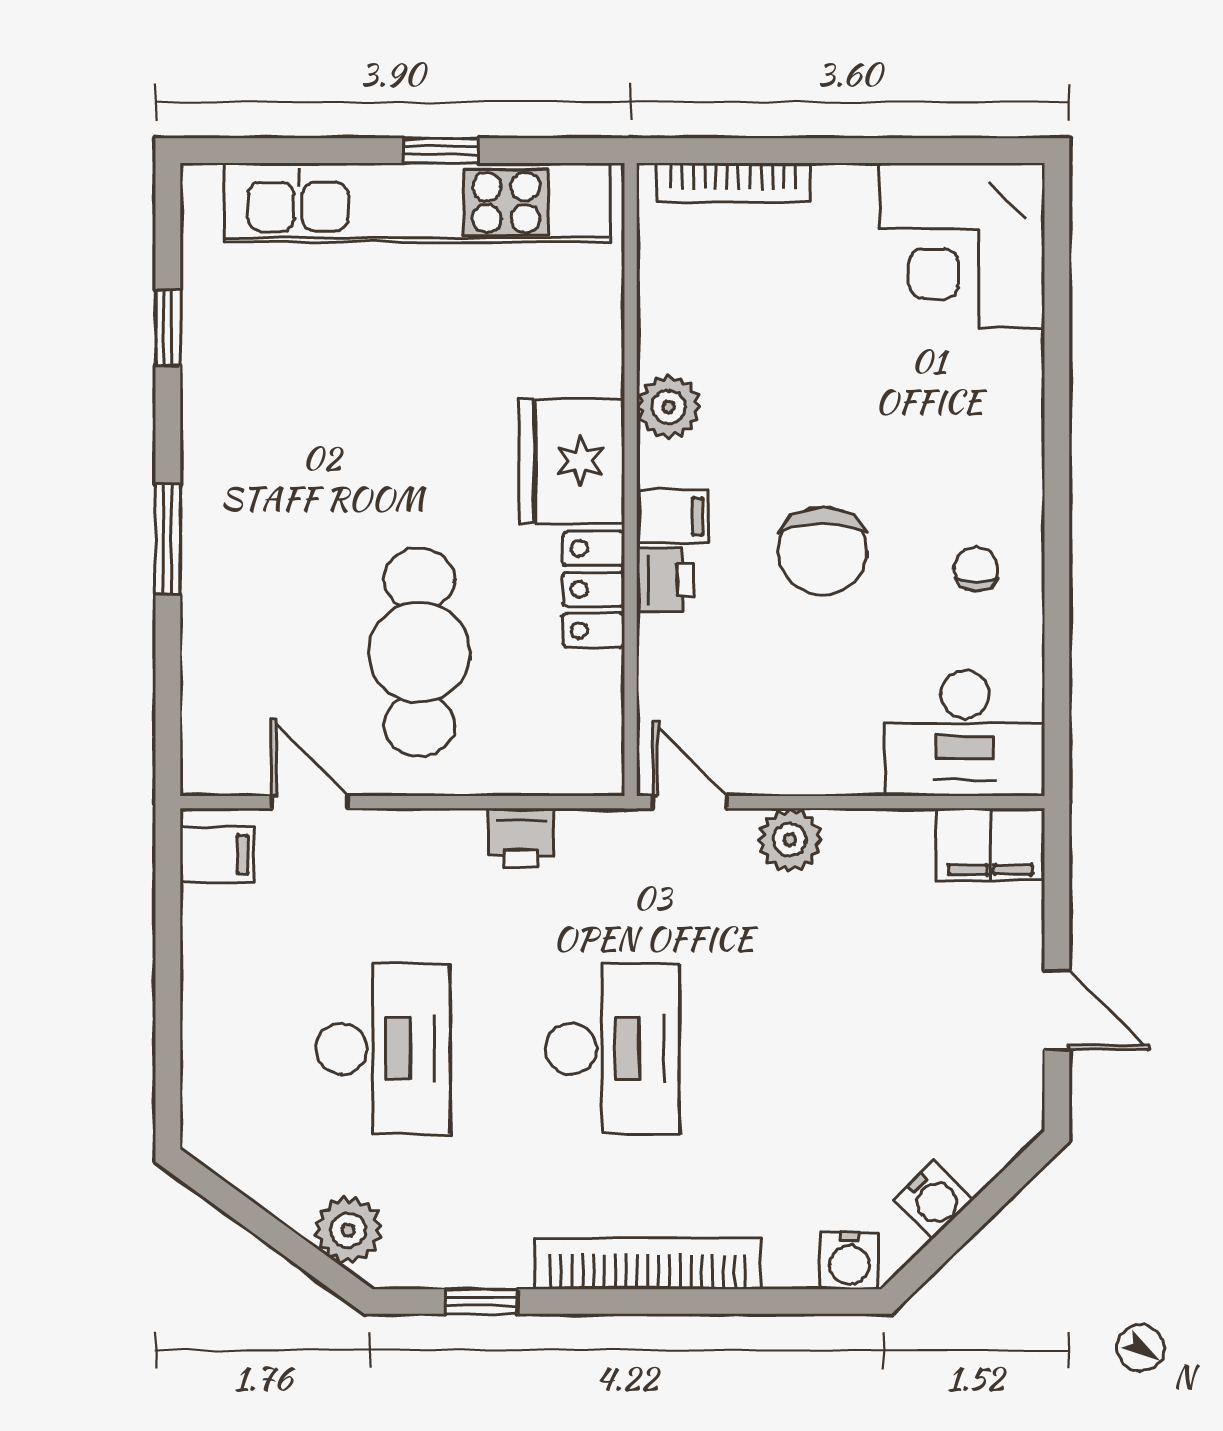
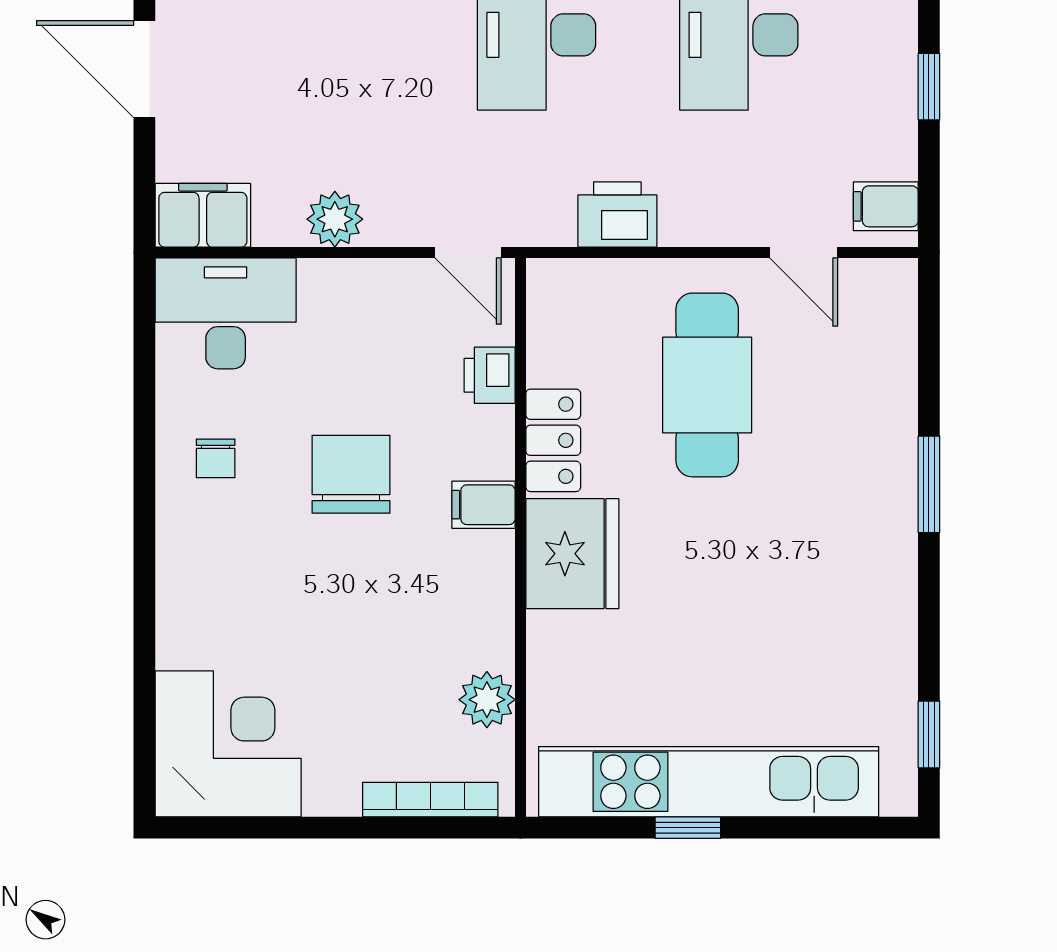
window: (168, 328) -> (929, 735), moved
plant: (669, 407) -> (487, 700), moved
printer: (666, 580) -> (490, 375), moved
printer: (521, 838) -> (617, 215), width x1.36, depth x1.24
plant: (790, 840) -> (335, 219), moved
window: (168, 990) -> (929, 87), added
door: (1057, 1010) -> (144, 69), width x1.38

